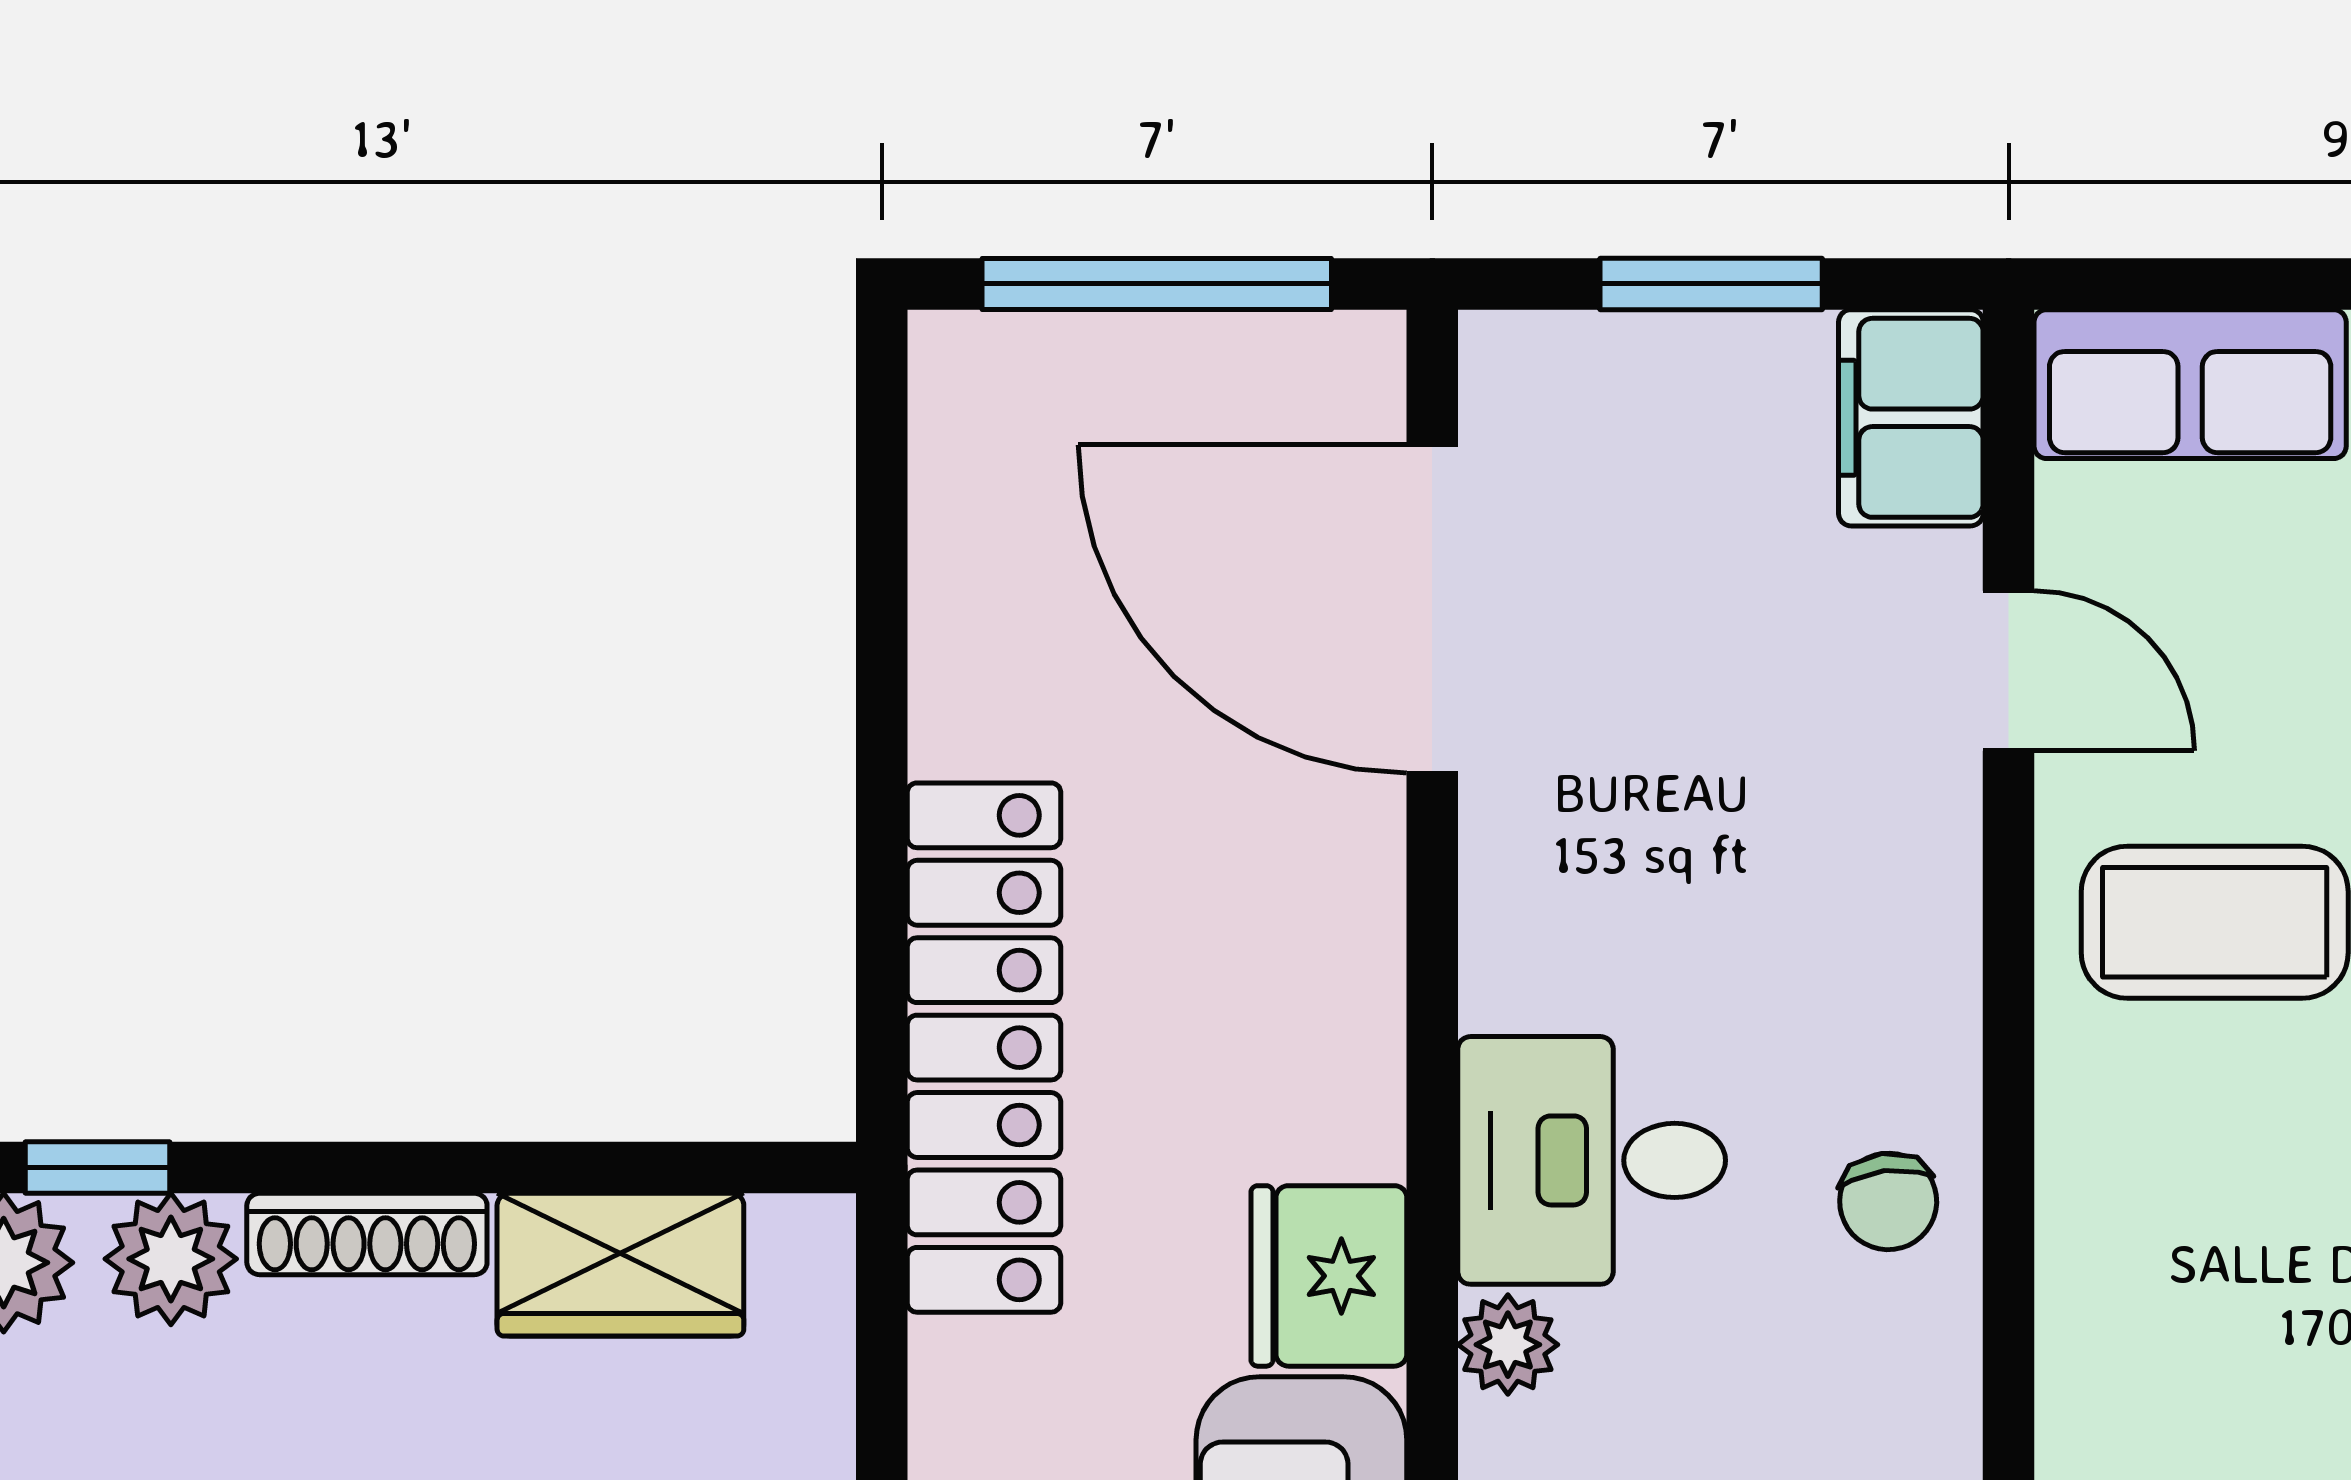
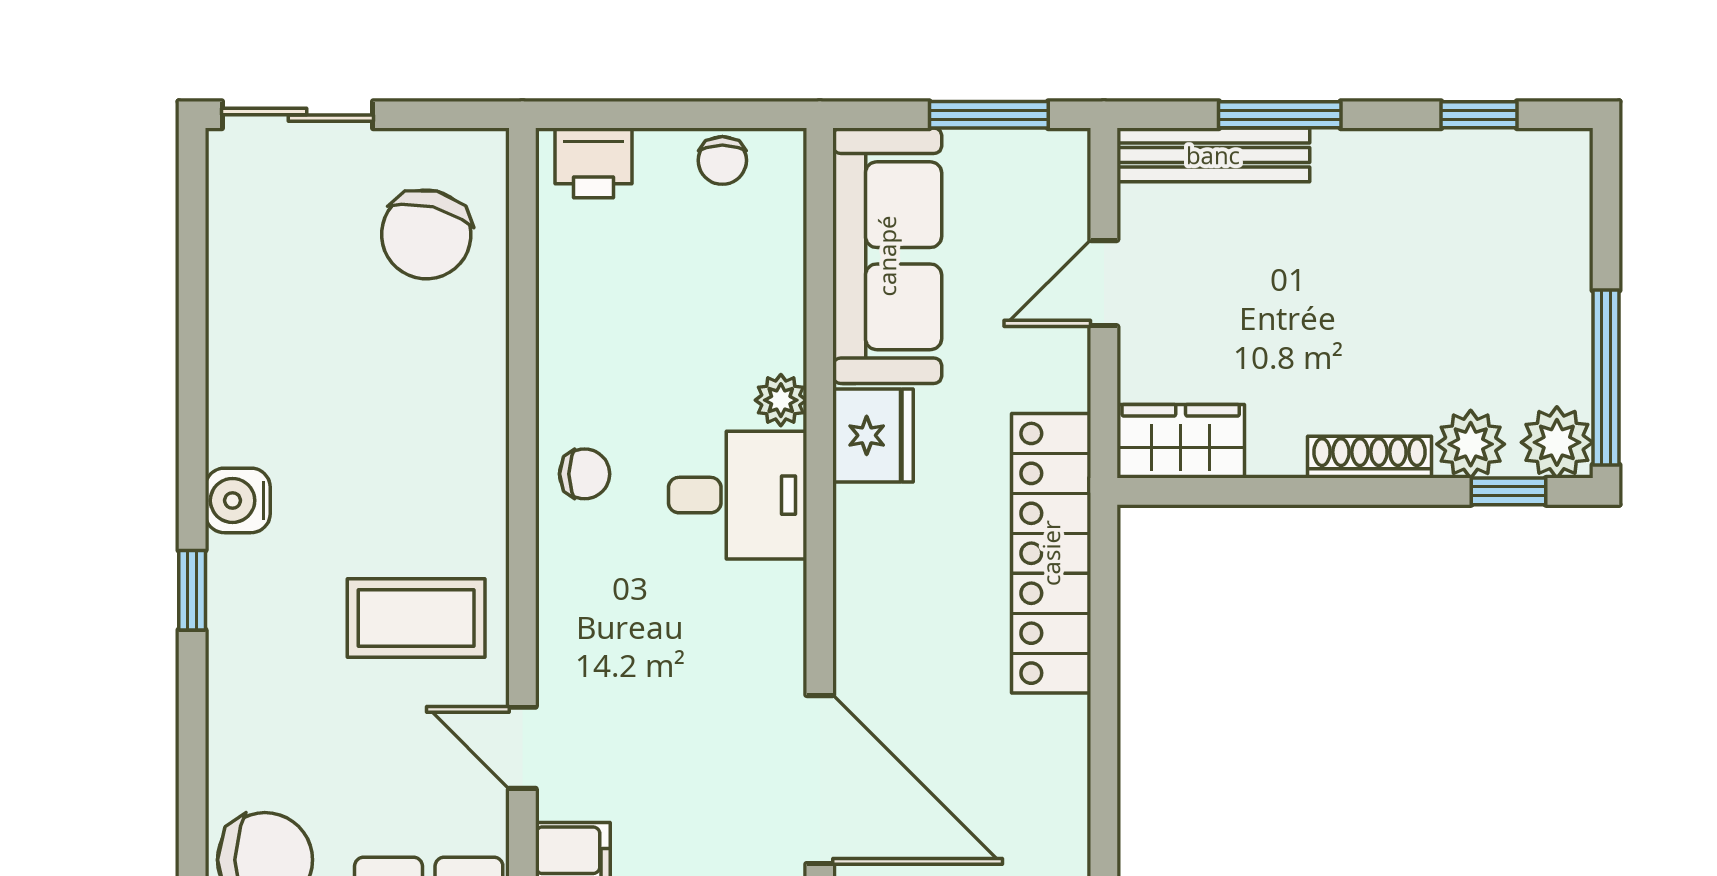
chair: (1888, 1201) -> (585, 474), turned 97
wardrobe: (620, 1265) -> (1181, 441), moved

